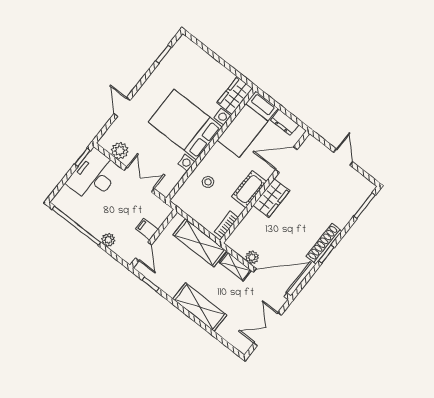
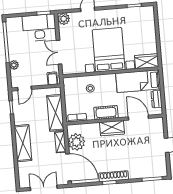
plant: (120, 151) -> (64, 19), moved
double door: (139, 179) -> (59, 52), swing flipped
filing cabinet: (147, 229) -> (52, 78), moved
plant: (252, 257) -> (76, 142), width x1.87, depth x1.87

